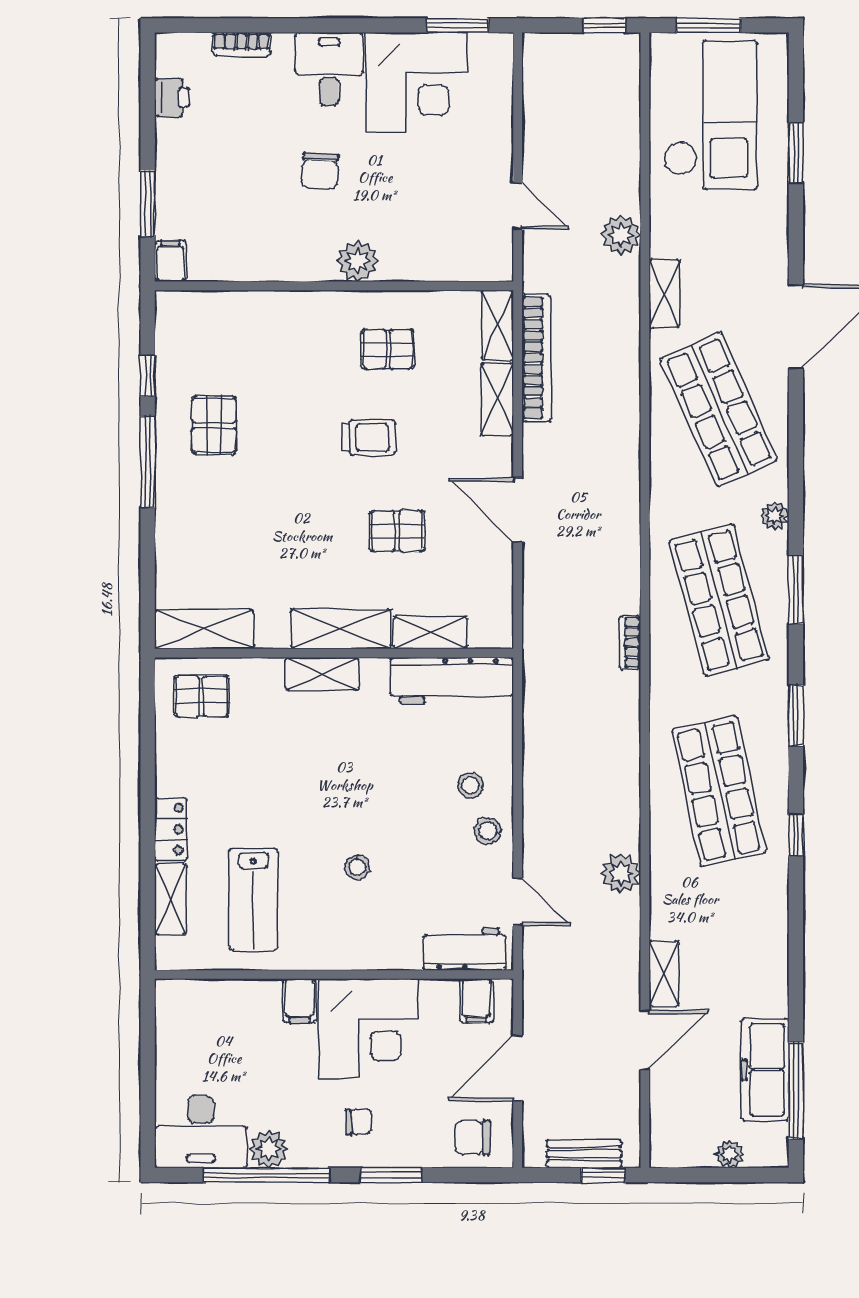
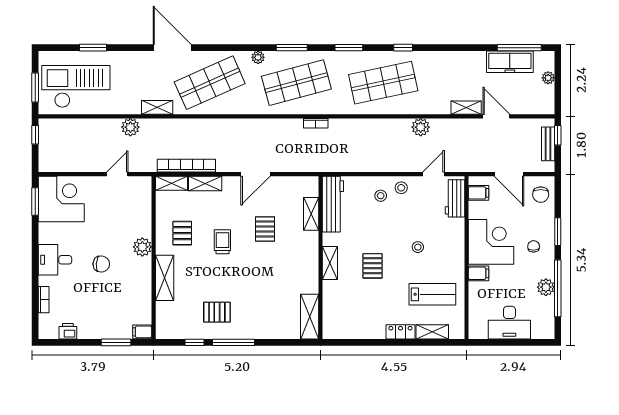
corner desk: (416, 83) -> (61, 199), moved
shelving: (341, 629) -> (165, 278), moved
pallet: (202, 696) -> (373, 266), moved
desk: (201, 1132) -> (509, 323), moved, turned 90

